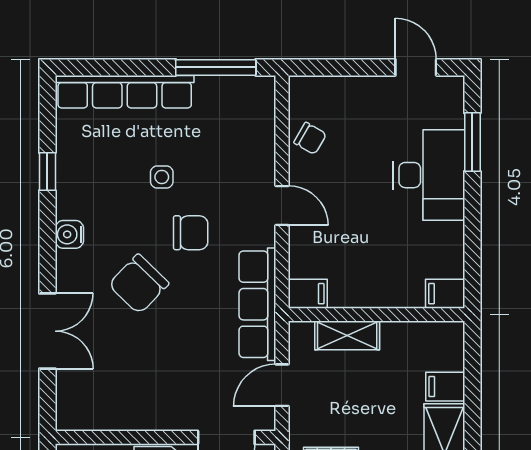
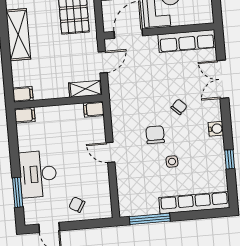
chair: (310, 138) -> (77, 205), moved
chair: (191, 233) -> (155, 135), turned 90
chair: (139, 284) -> (179, 107), width x0.54, depth x0.54
row of seats: (257, 304) -> (187, 41), moved, turned 90
shelving: (347, 335) -> (85, 89), moved
filing cabinet: (445, 387) -> (23, 94), moved

